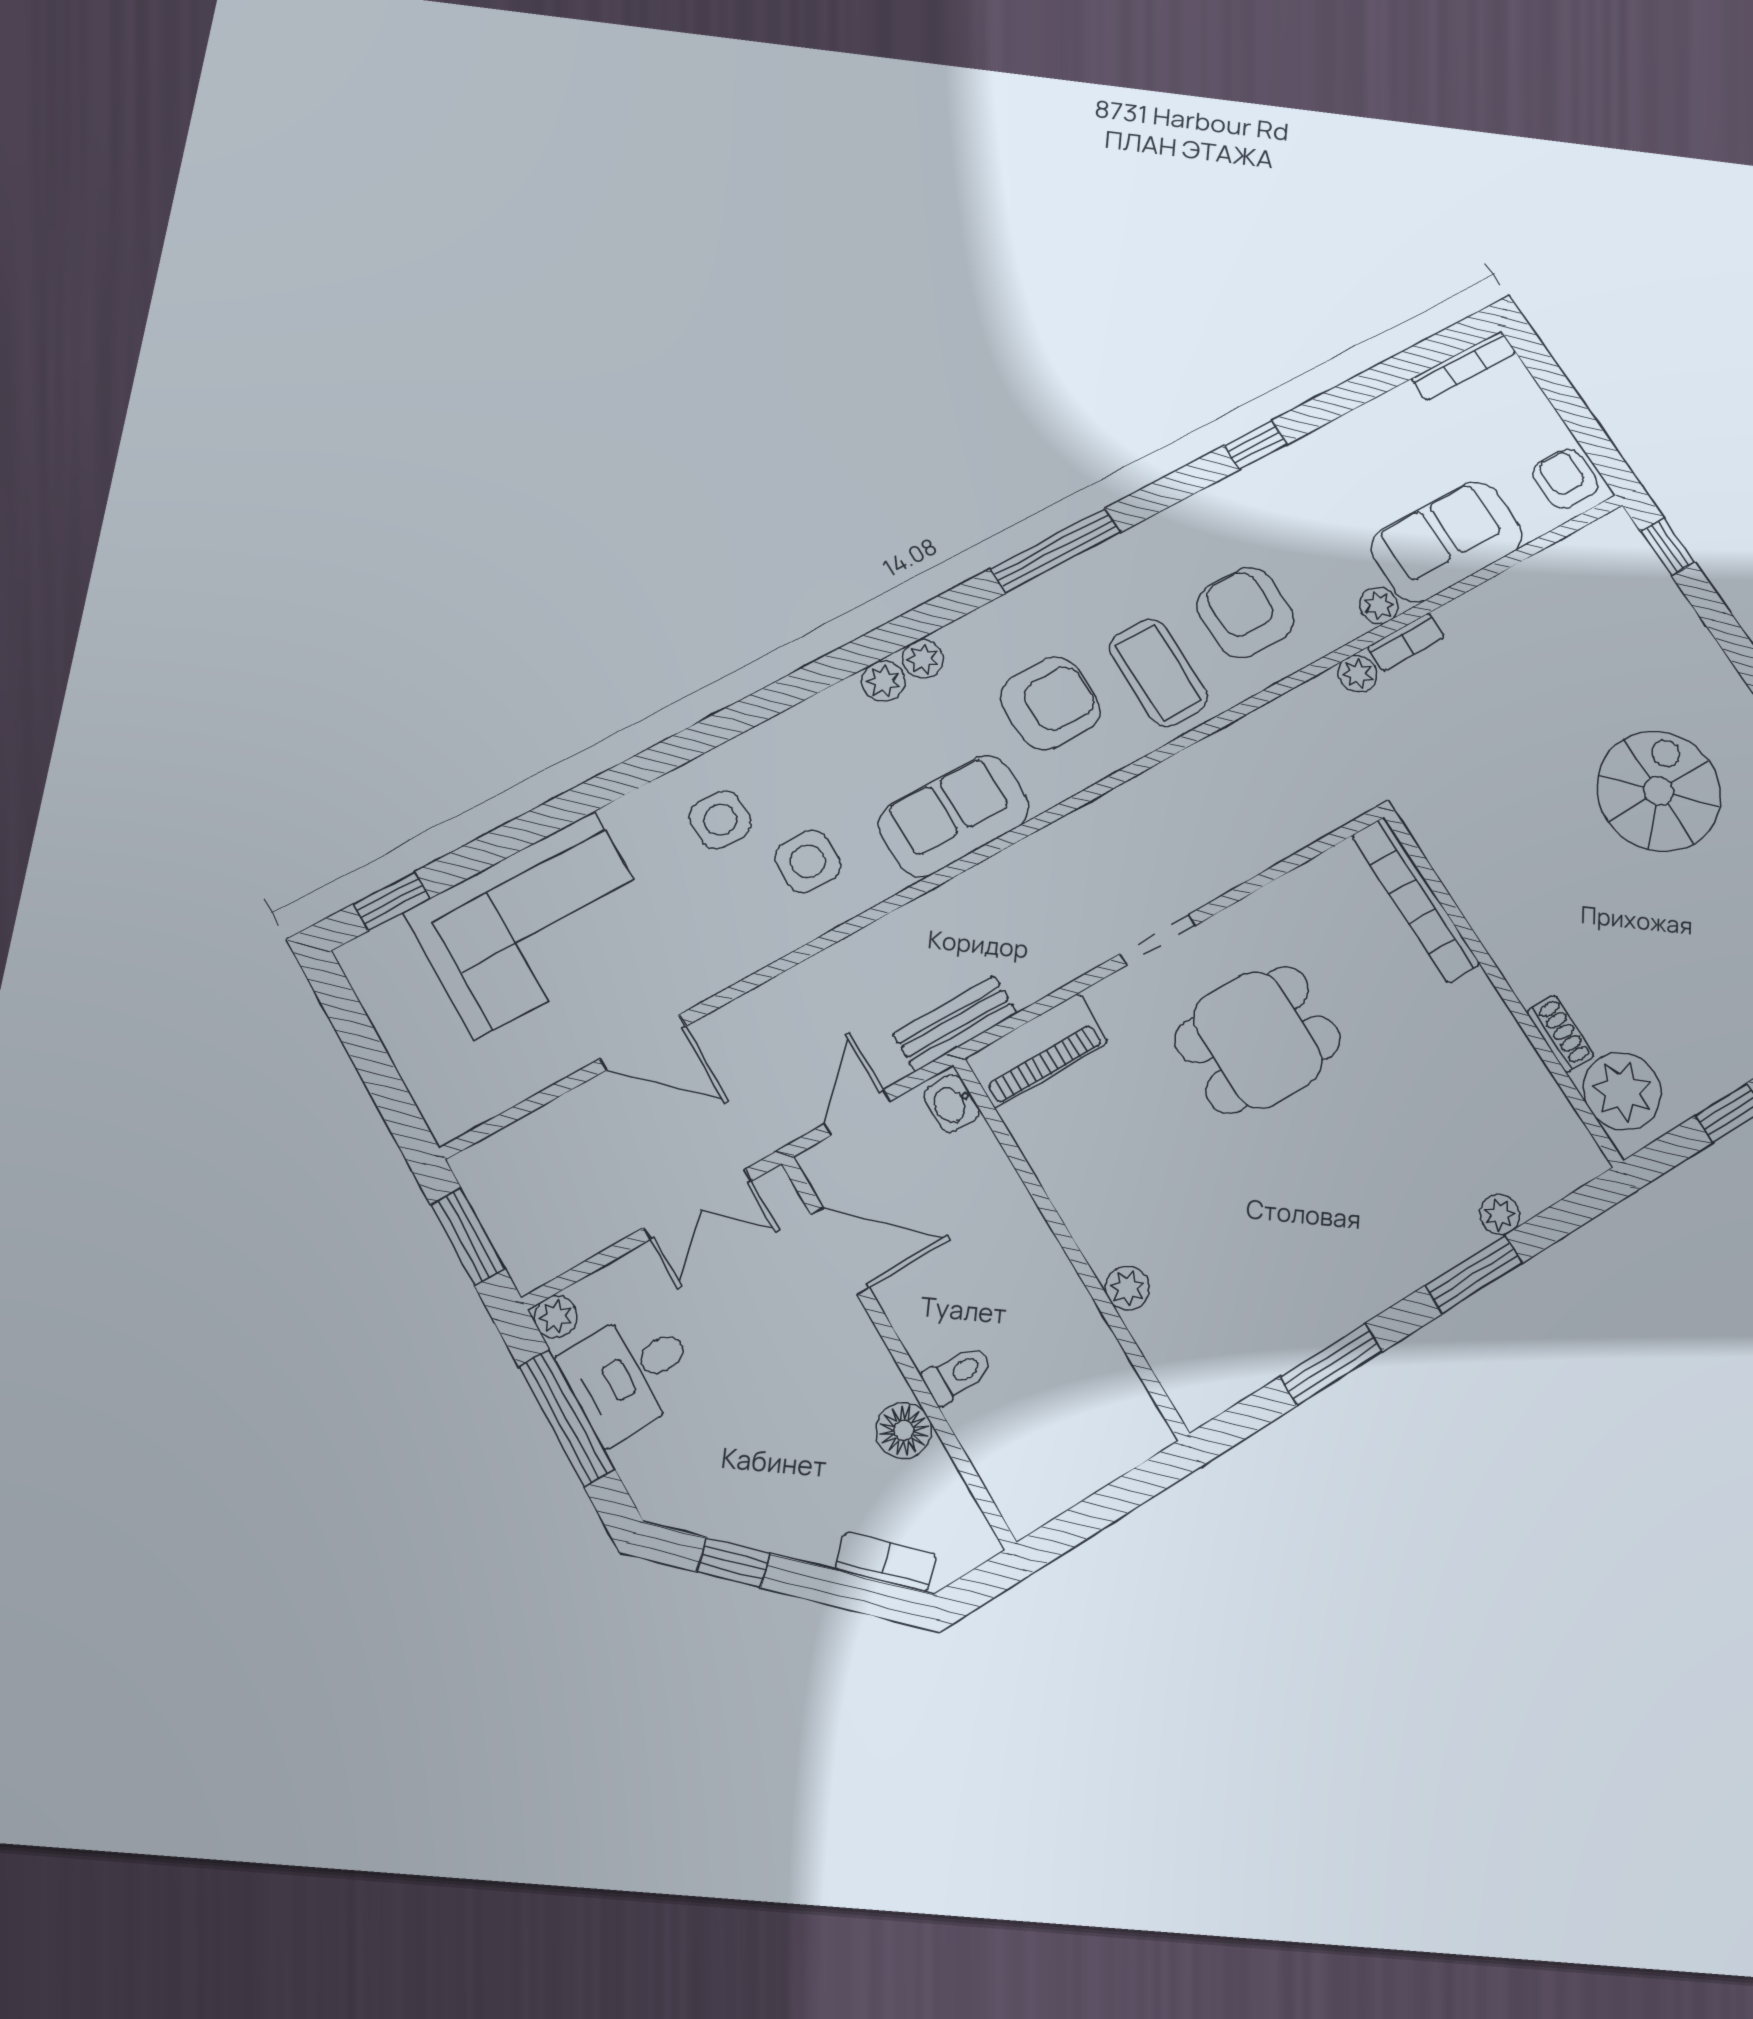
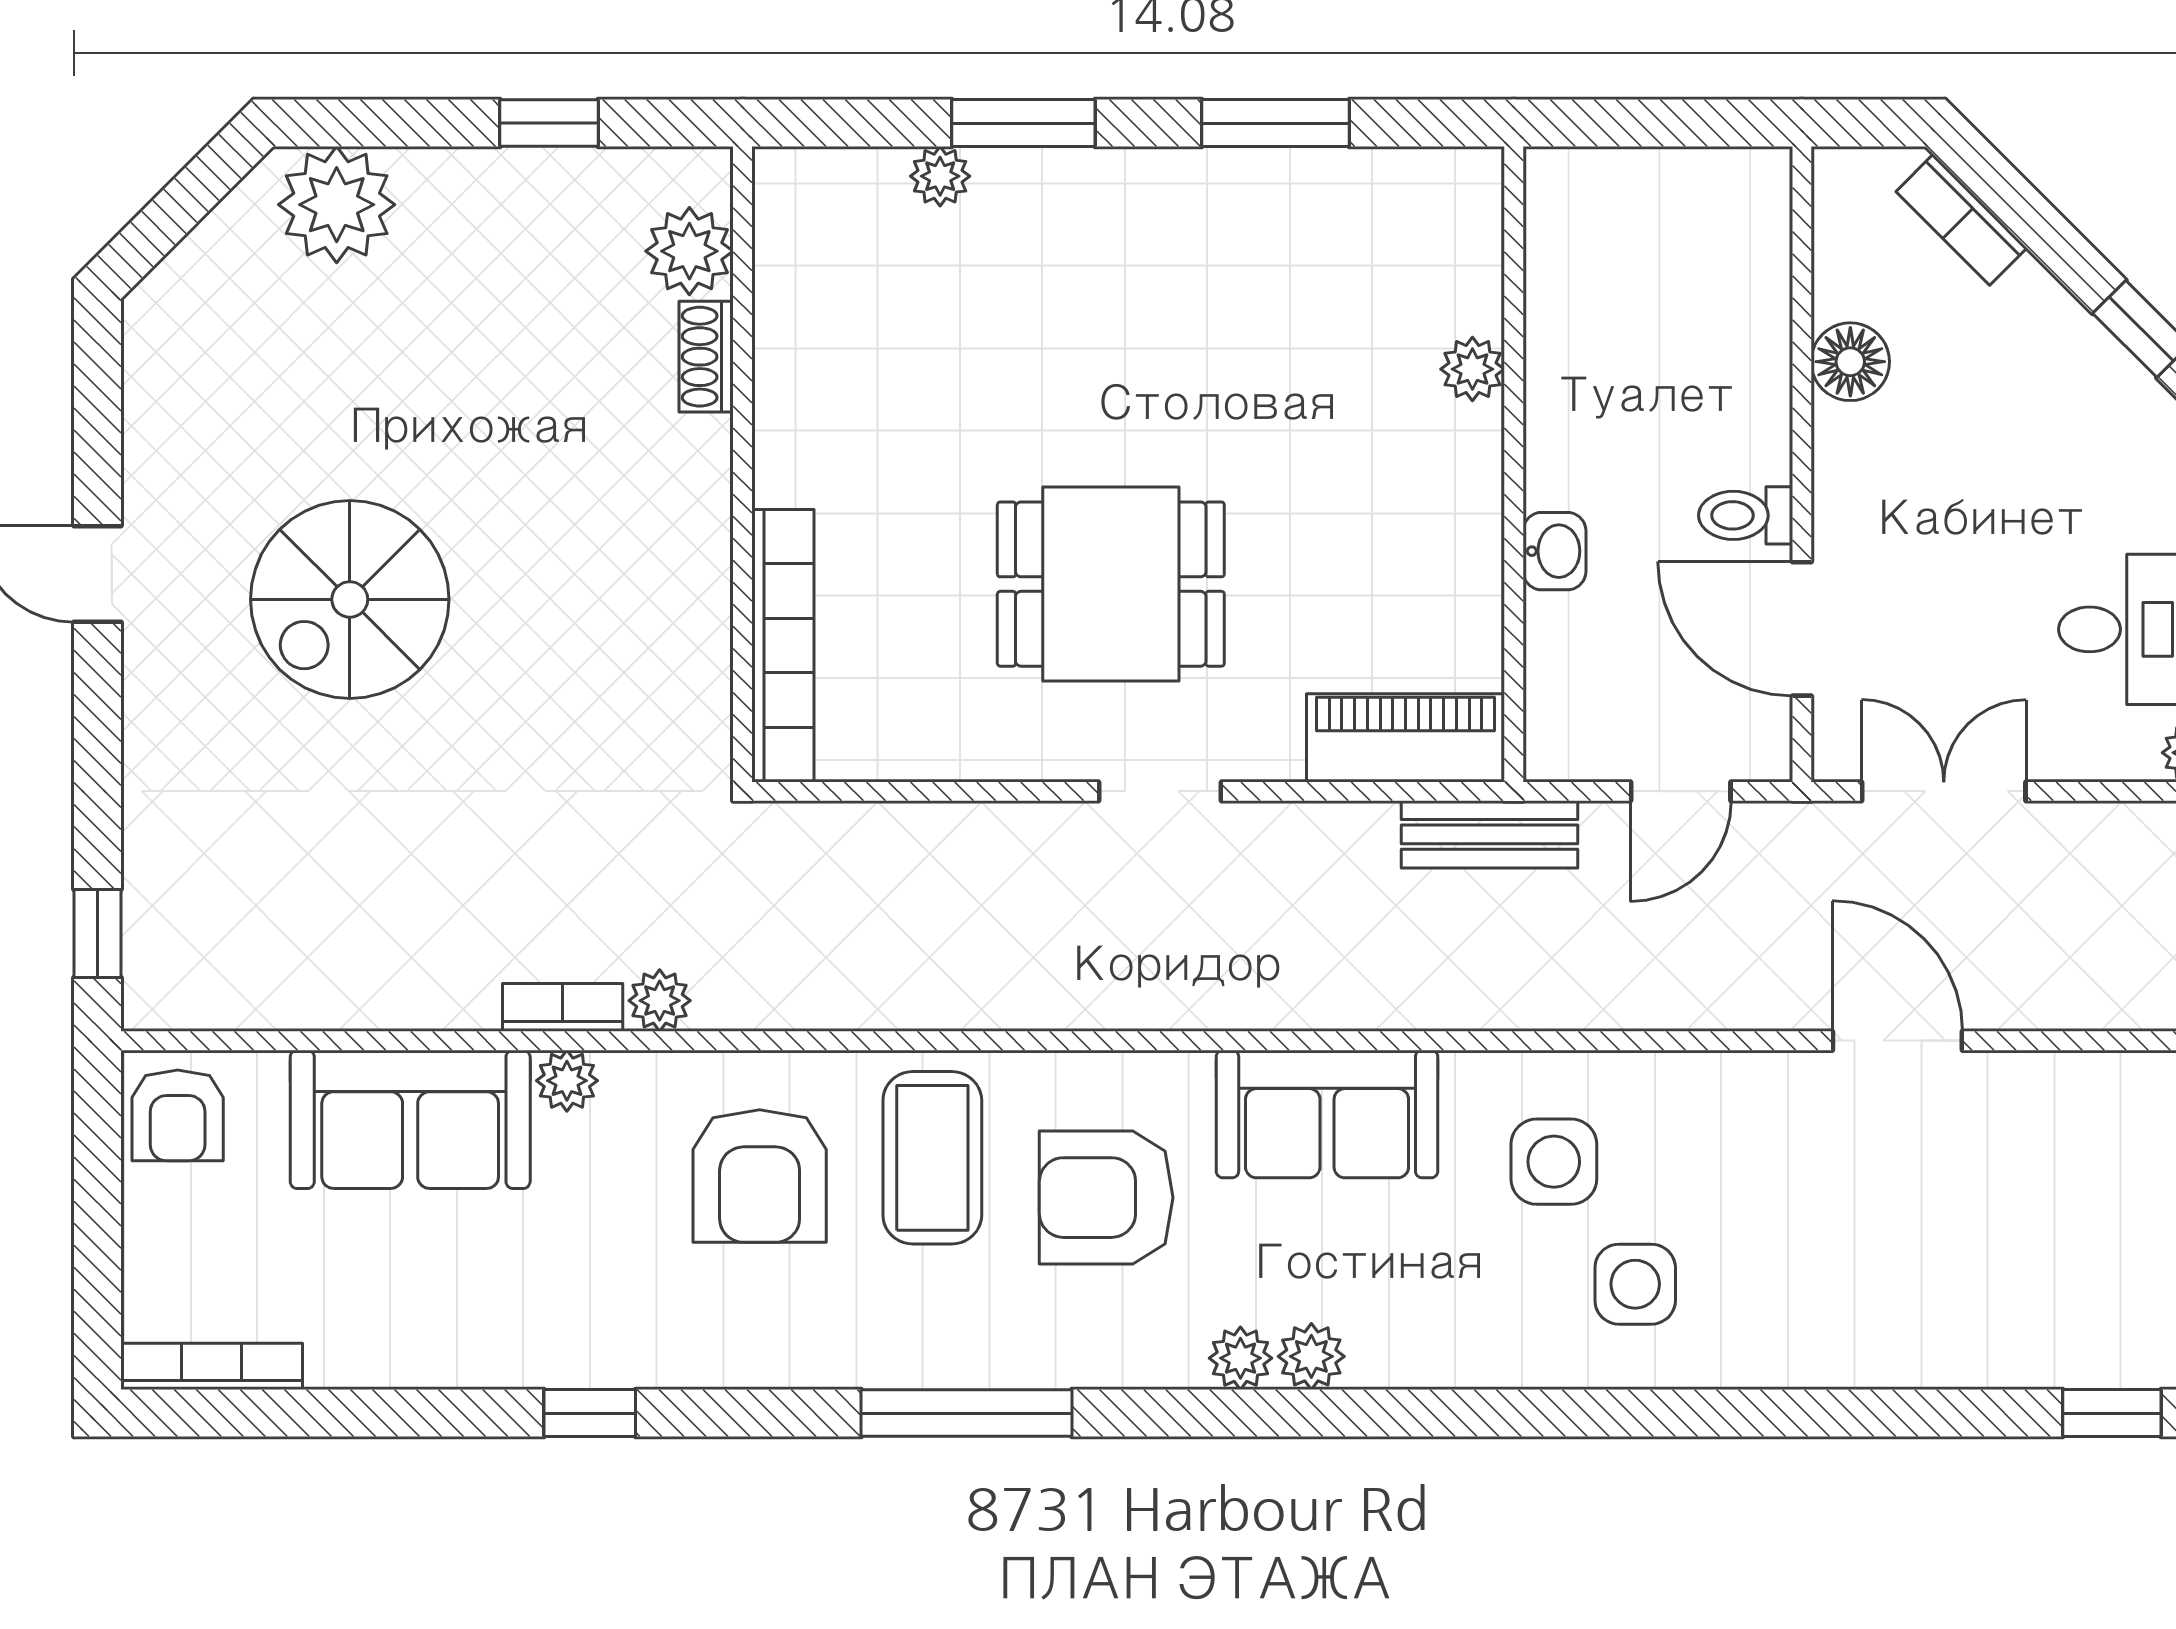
corner sofa: (535, 924) -> (1949, 1277), removed
plant: (1622, 1091) -> (689, 251), width x0.73, depth x0.73
washbasin: (952, 1103) -> (1554, 551), moved
toilet: (957, 1374) -> (1746, 515), moved

